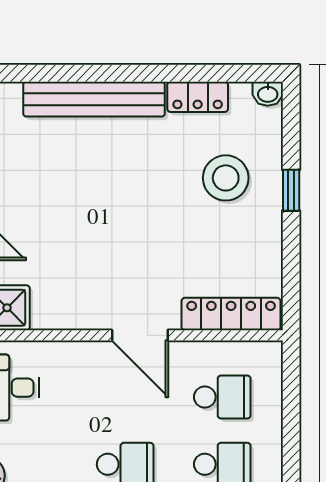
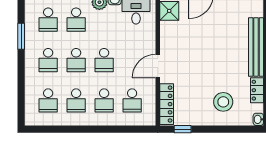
window: (291, 190) -> (183, 129), moved

